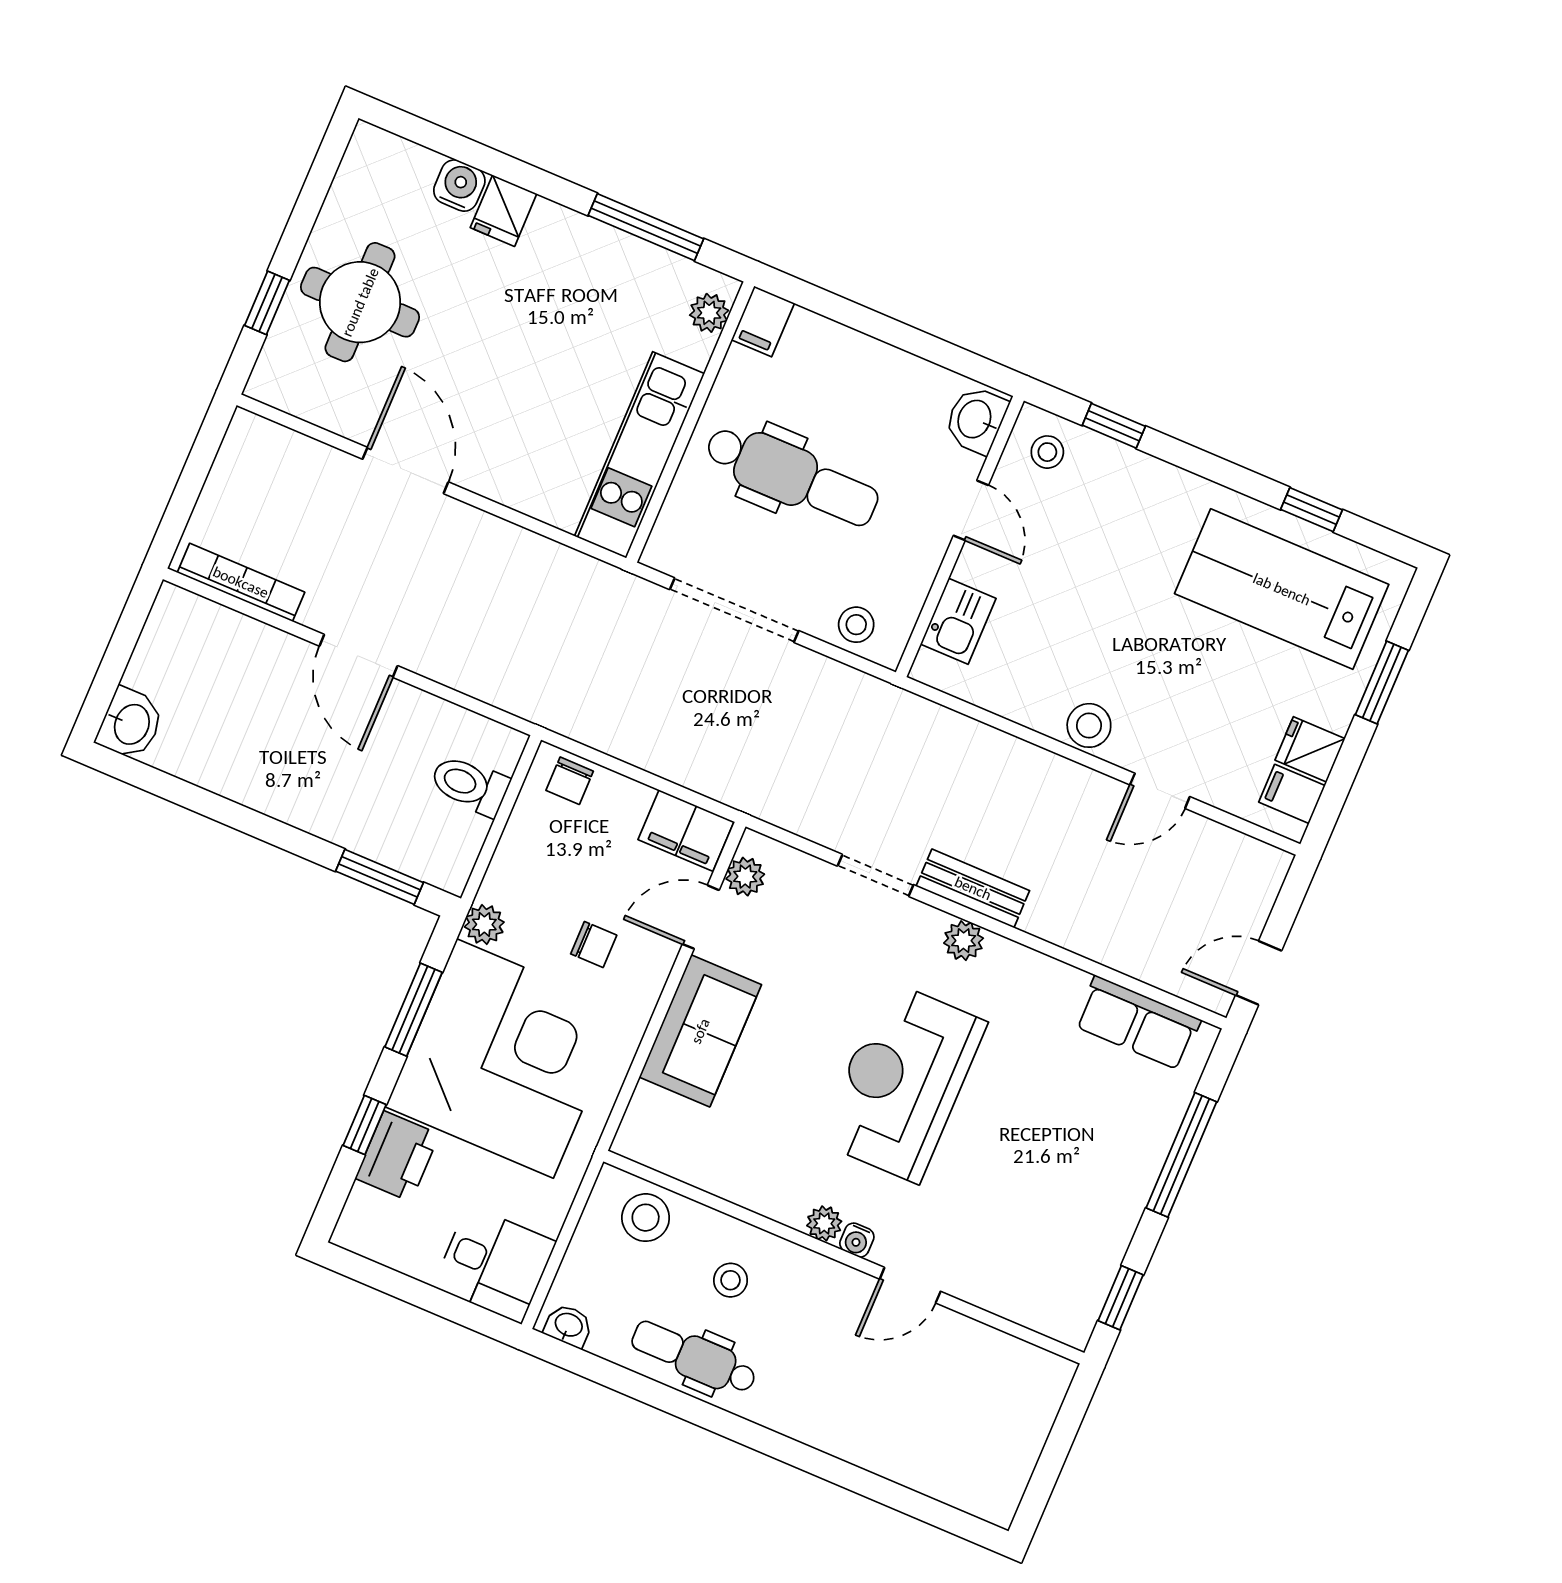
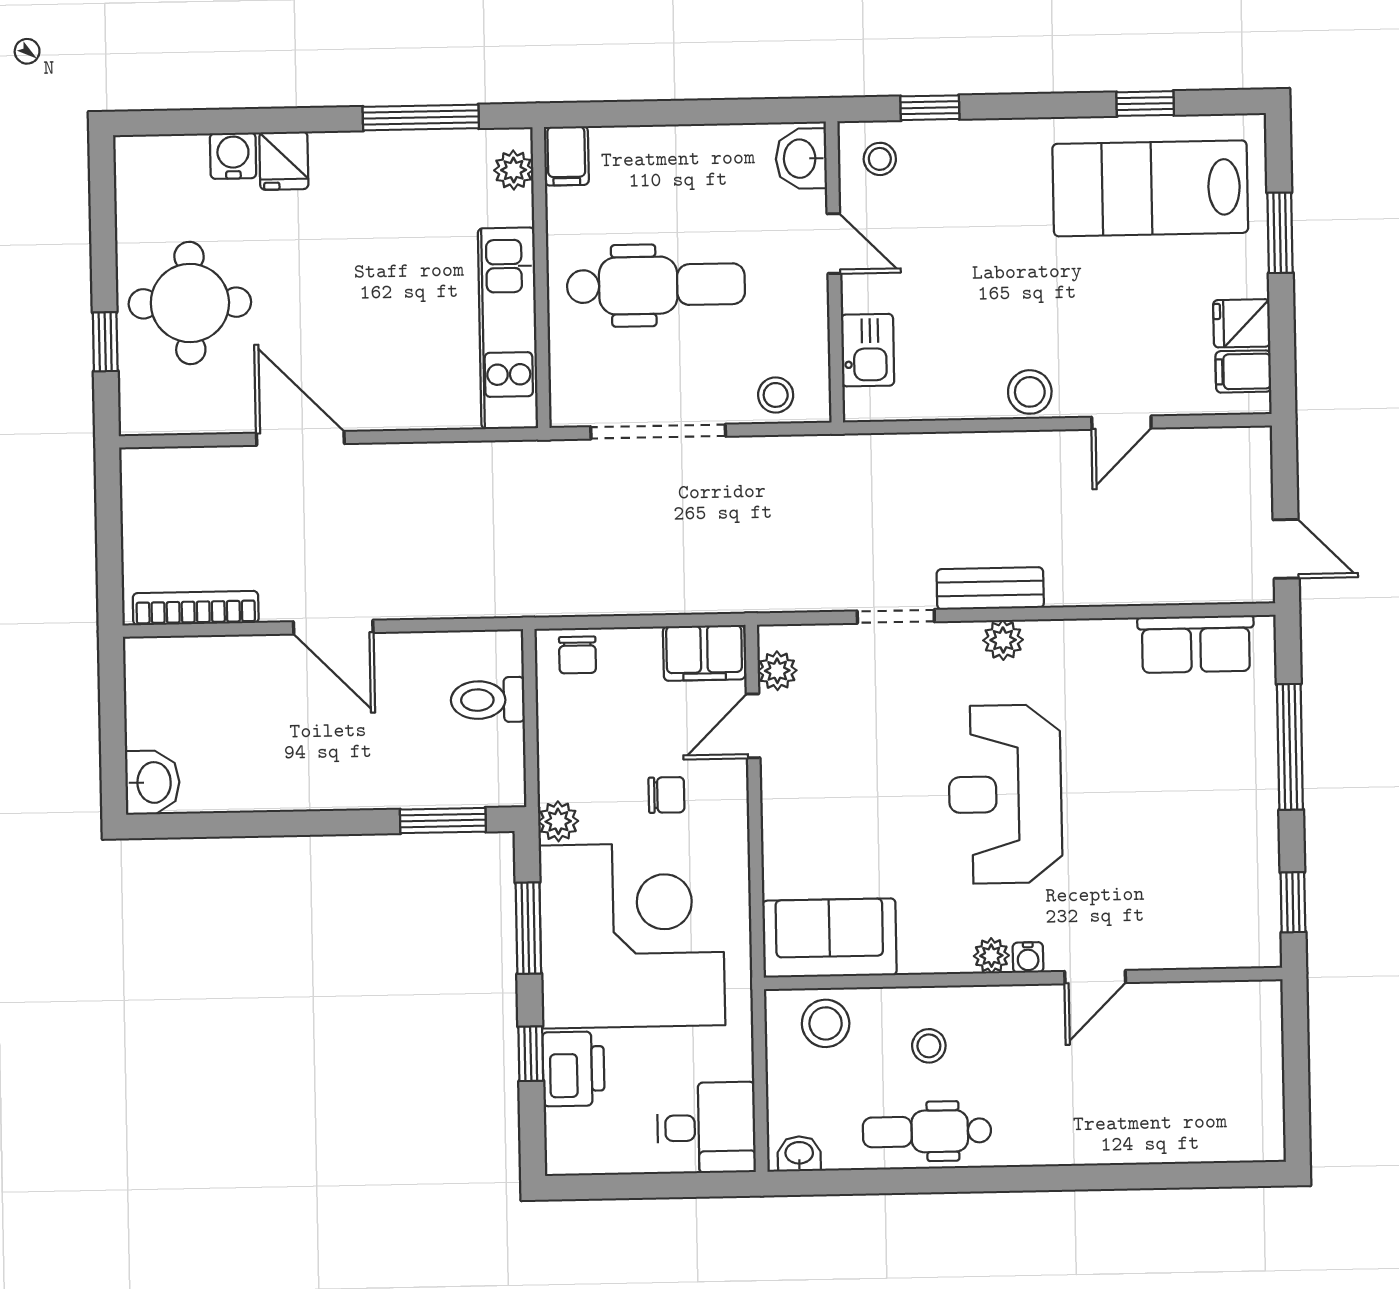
door: (1259, 973) -> (1286, 549), swing flipped
sofa: (700, 1031) -> (829, 938), moved, turned -90

